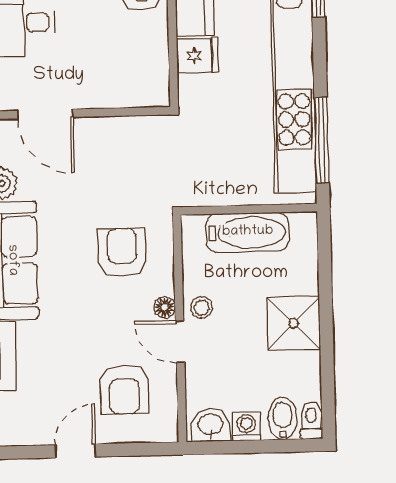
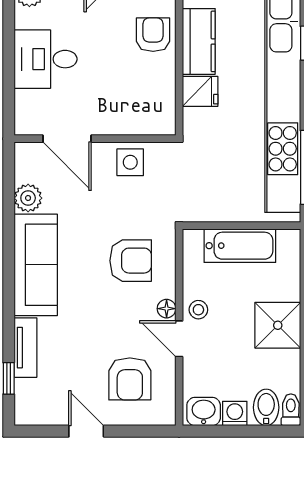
side table: (119, 139) -> (130, 162), added
armchair: (122, 253) -> (131, 261), turned 90
door: (75, 451) -> (86, 431), hinge flipped

